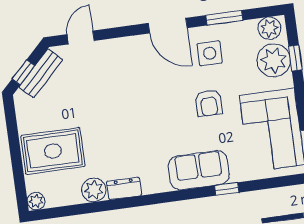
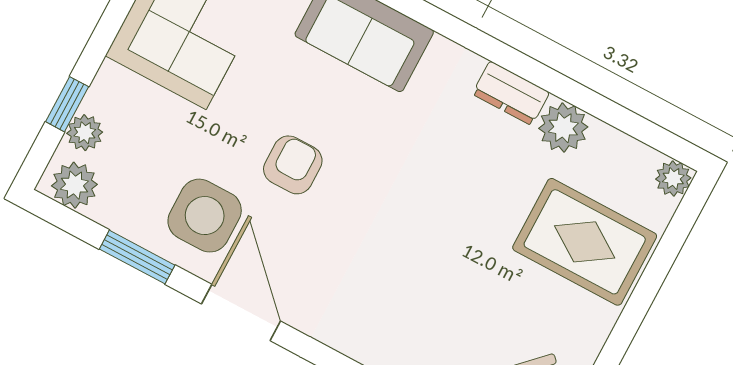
side table: (210, 53) -> (205, 216), width x1.37, depth x1.37
plant: (274, 60) -> (85, 133), width x0.53, depth x0.53
armchair: (209, 103) -> (293, 165), moved

